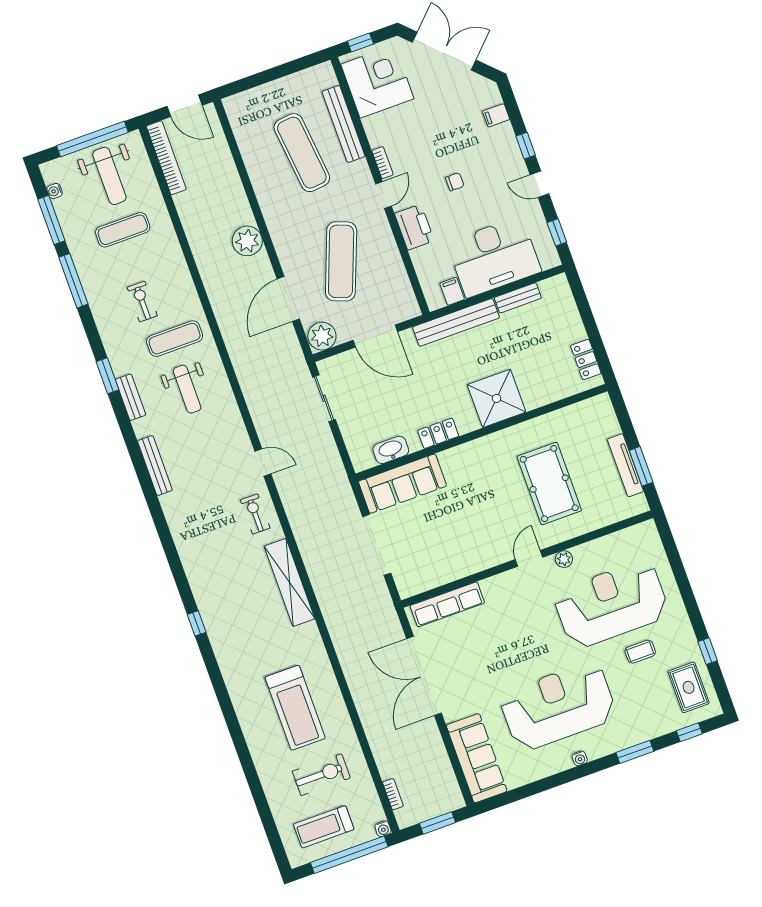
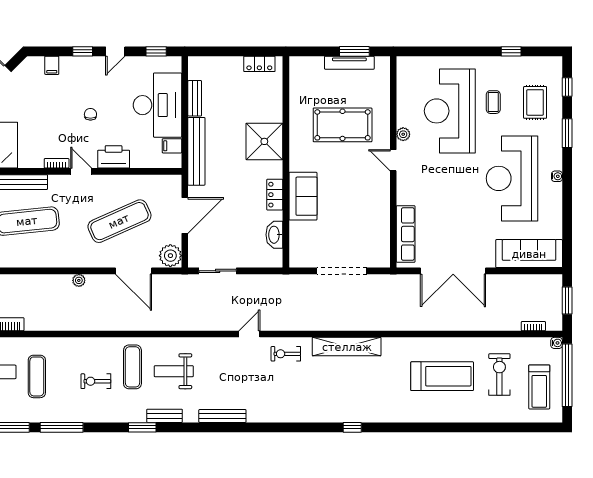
plant: (247, 241) -> (79, 280), width x0.53, depth x0.53
exercise mat: (341, 261) -> (119, 221), turned -45
weight bench: (187, 389) -> (174, 371), turned 180
sofa: (402, 484) -> (303, 196), moved, width x0.73
rug: (689, 687) -> (535, 102), moved, turned 90

